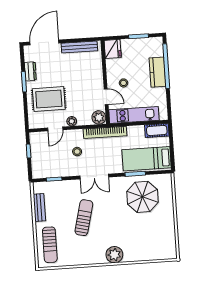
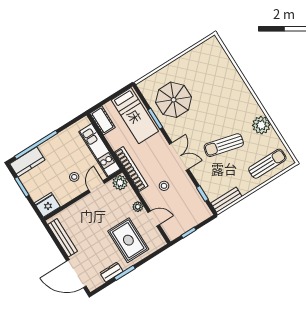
kitchen counter: (157, 72) -> (27, 162), moved
bench: (39, 208) -> (226, 200), moved
plant: (114, 255) -> (261, 125), moved

